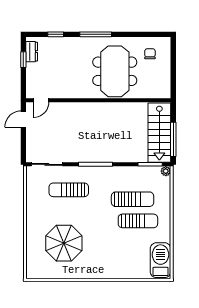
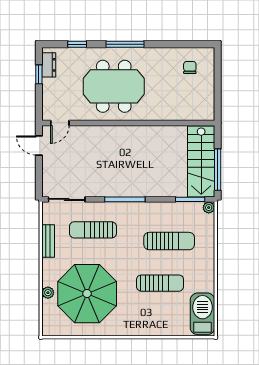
meeting table: (115, 71) -> (114, 86), moved, turned 90
door: (23, 119) -> (39, 145), hinge flipped
bench: (31, 199) -> (48, 241), added
sun lounger: (138, 221) -> (160, 283), moved
plant: (31, 242) -> (48, 293), added
parasol: (64, 243) -> (87, 294), width x1.36, depth x1.36

